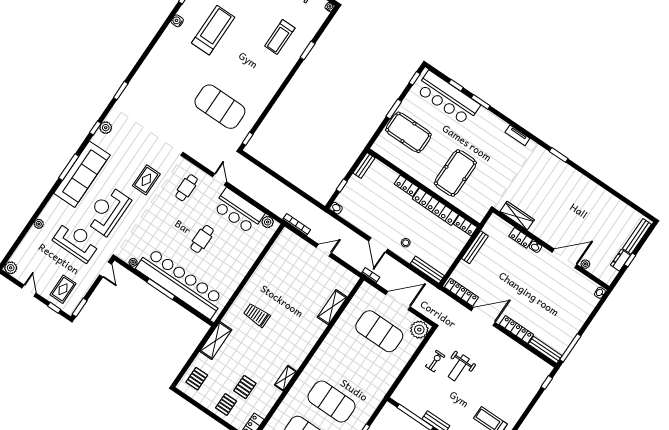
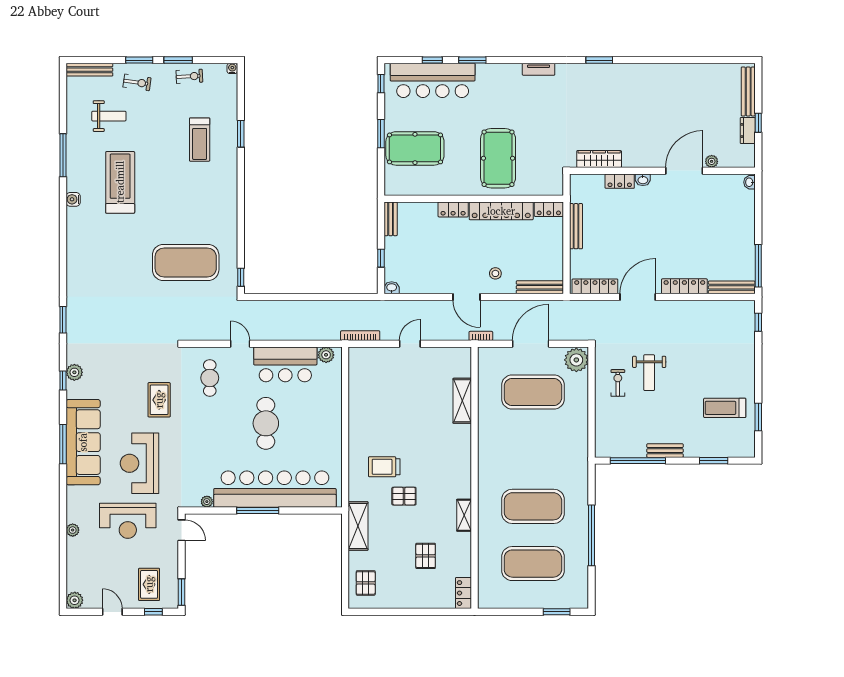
cafe table: (202, 239) -> (266, 423), width x1.37, depth x1.35
reception desk: (77, 241) -> (128, 521), turned 180
pallet: (226, 404) -> (404, 496), moved, turned 90

